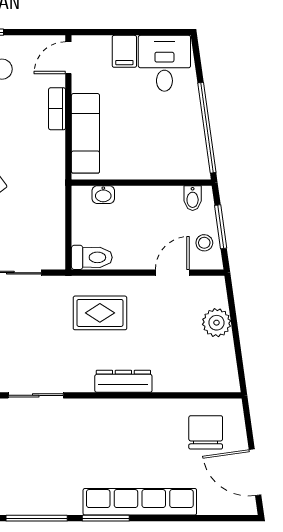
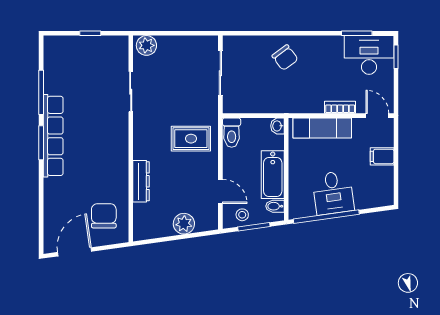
desk: (164, 63) -> (333, 193), moved, turned 82
washbasin: (103, 195) -> (277, 126), moved
bathtub: (149, 201) -> (273, 175), added
rug: (100, 313) -> (191, 139), turned 90
dresser: (123, 381) -> (141, 181), moved
chair: (206, 432) -> (104, 216), turned -90
row of seats: (140, 502) -> (53, 136), moved

